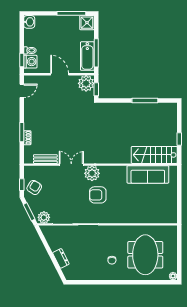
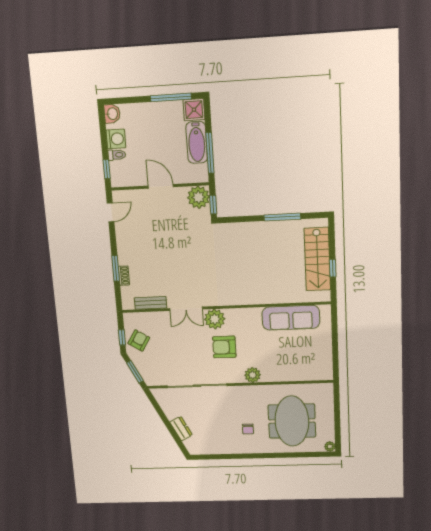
bathtub: (87, 56) -> (197, 142), moved
washing machine: (30, 62) -> (116, 139), moved
stairs: (154, 155) -> (317, 259), moved, turned -90
double door: (71, 165) -> (186, 309), swing flipped
plant: (44, 217) -> (253, 375), moved

